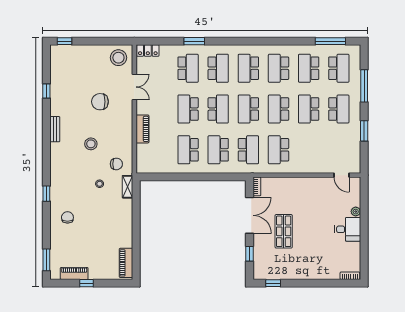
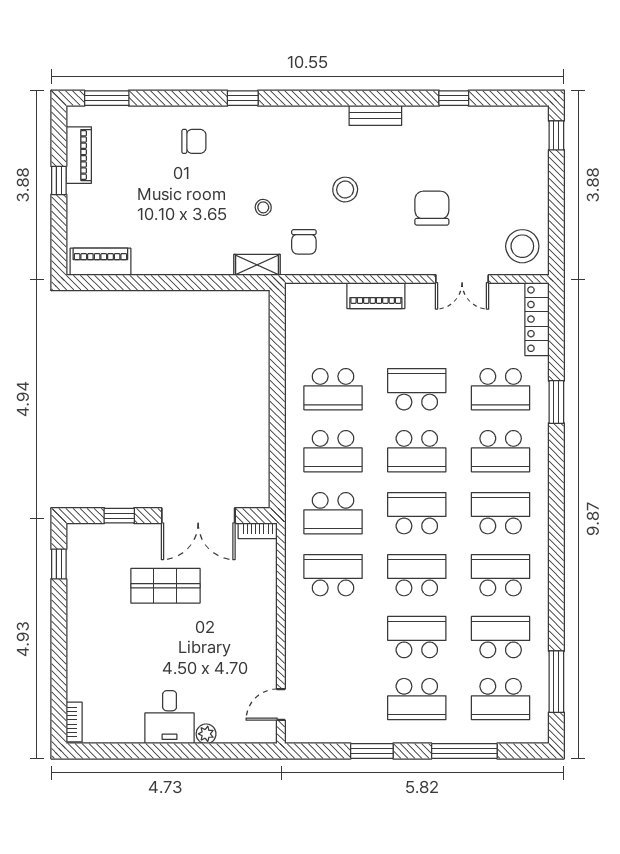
locker: (148, 51) -> (537, 319), width x1.53
school desk: (188, 150) -> (333, 389), turned 180
school desk: (218, 150) -> (333, 451), turned 180

